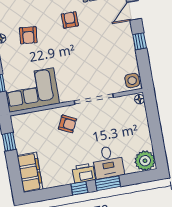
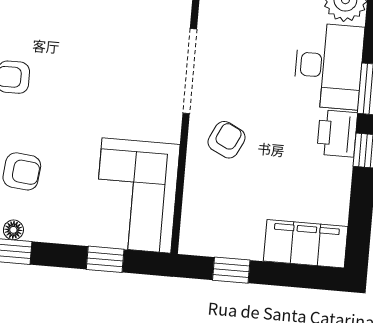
desk: (108, 162) -> (329, 66), width x1.37

